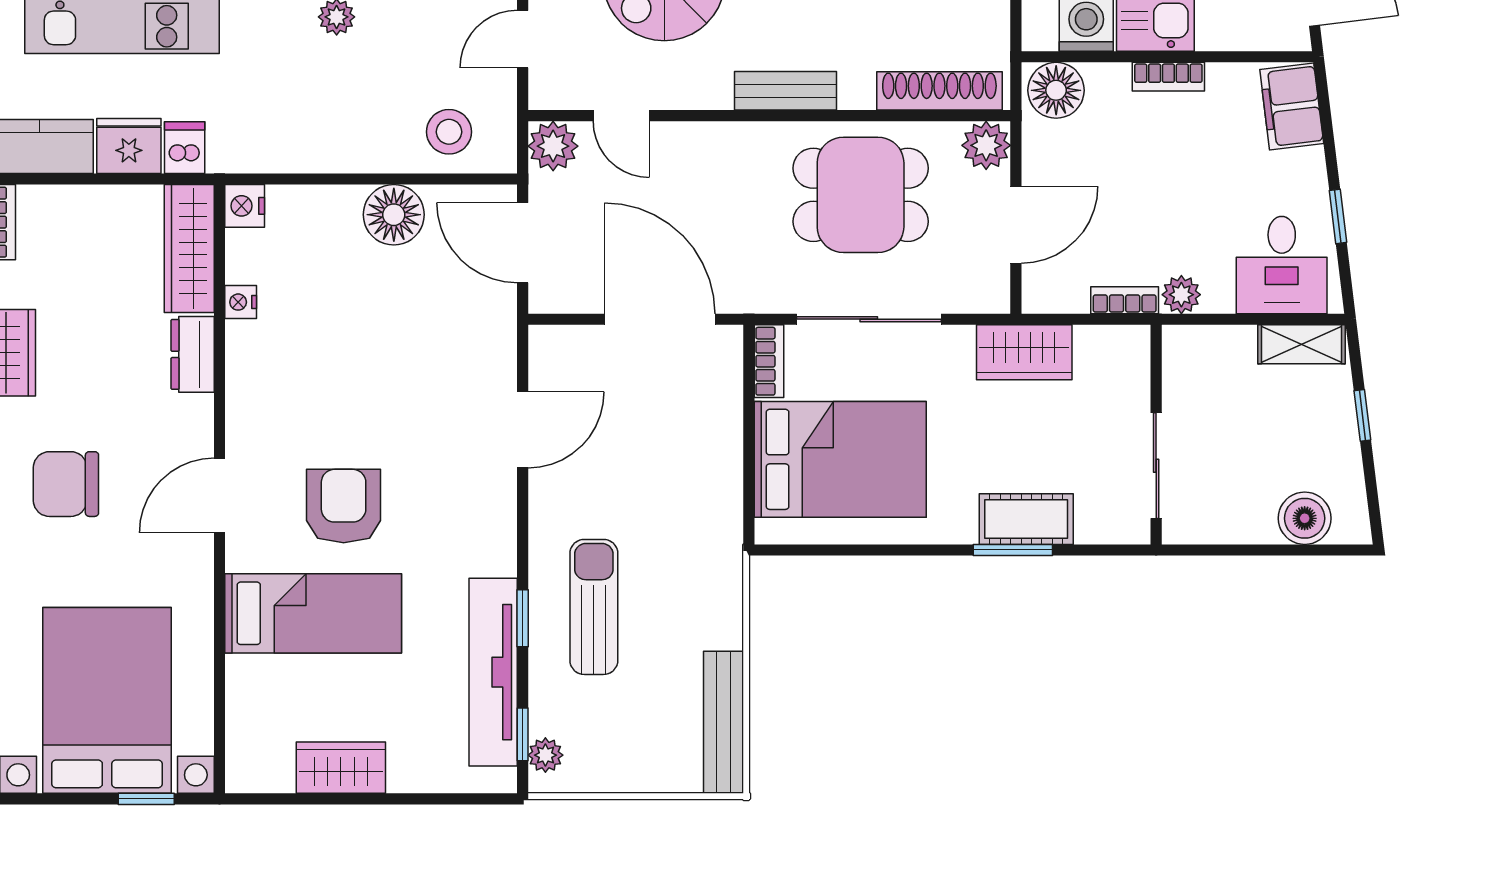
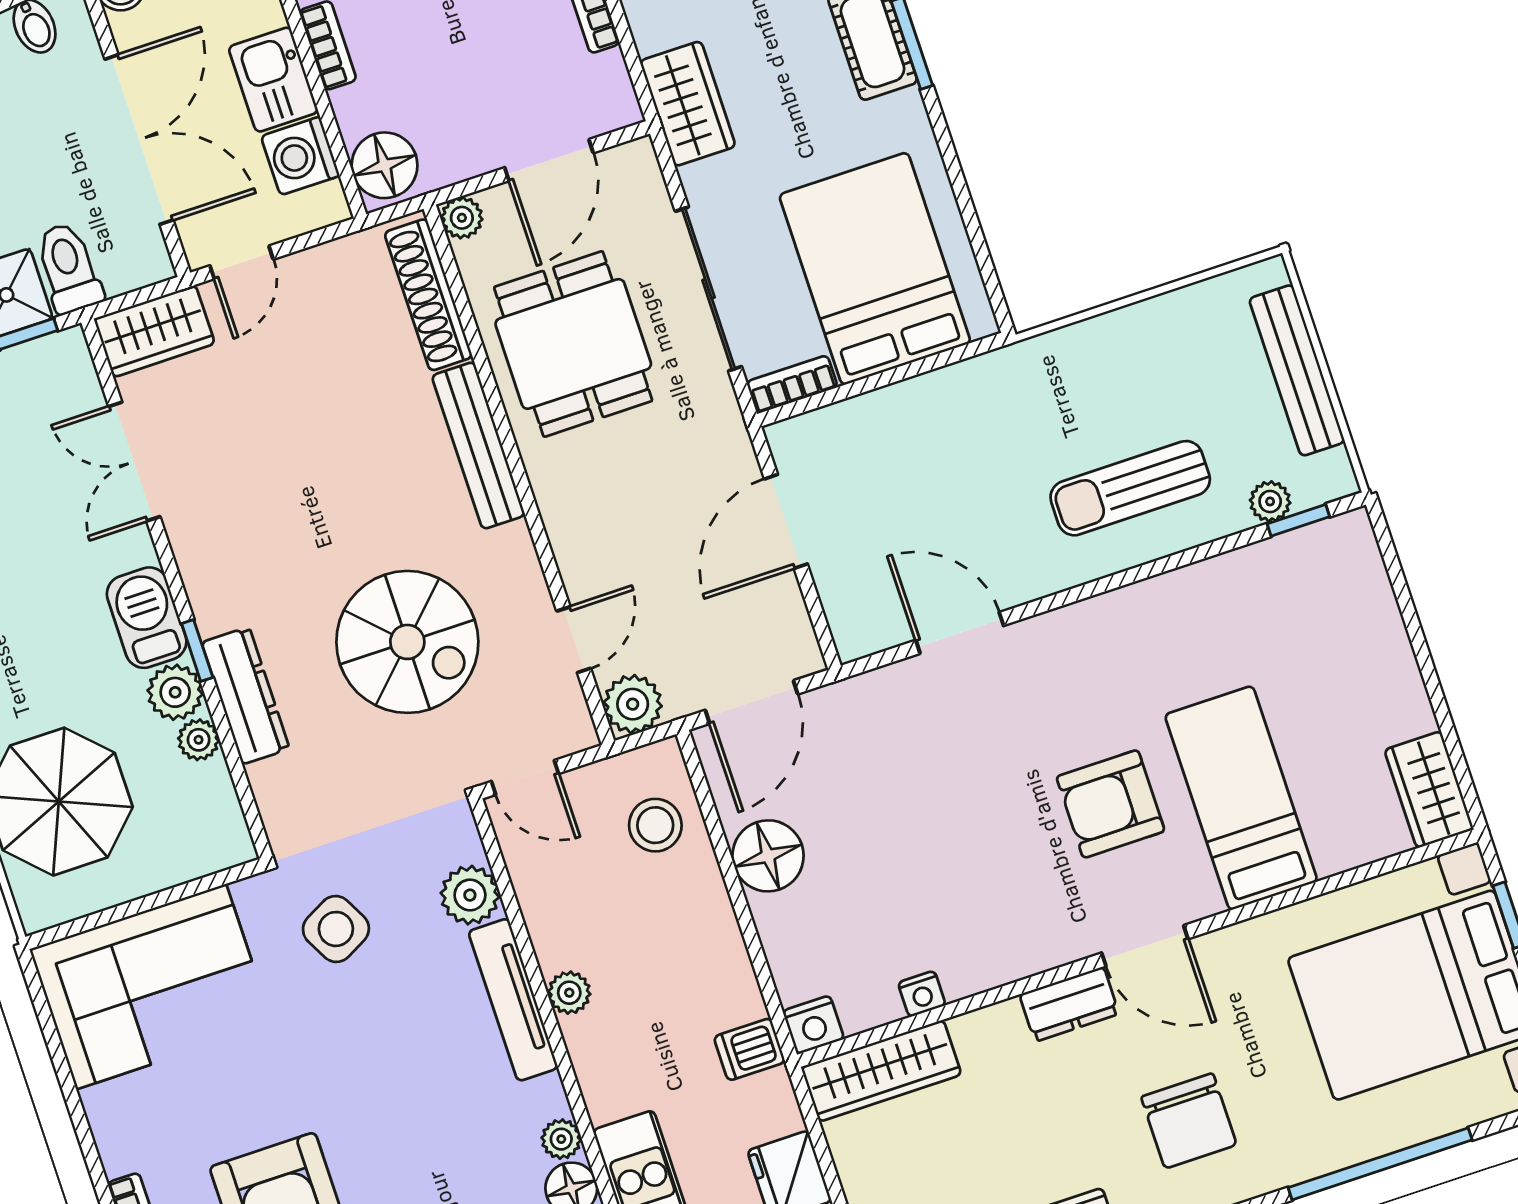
bench: (785, 91) -> (478, 445), width x1.36
plant: (986, 145) -> (462, 218), width x0.73, depth x0.73
dishwasher: (185, 148) -> (750, 1049), moved
door: (1016, 225) -> (549, 160), swing flipped
door: (660, 319) -> (786, 521), width x0.73
dresser: (193, 354) -> (1069, 1004), moved
window: (523, 618) -> (1169, 563), removed
tv unit: (493, 672) -> (1240, 576), removed
bench: (724, 722) -> (1297, 370), moved, turned 90
plant: (545, 755) -> (1270, 501), moved
wardrobe: (341, 768) -> (1429, 790), moved

